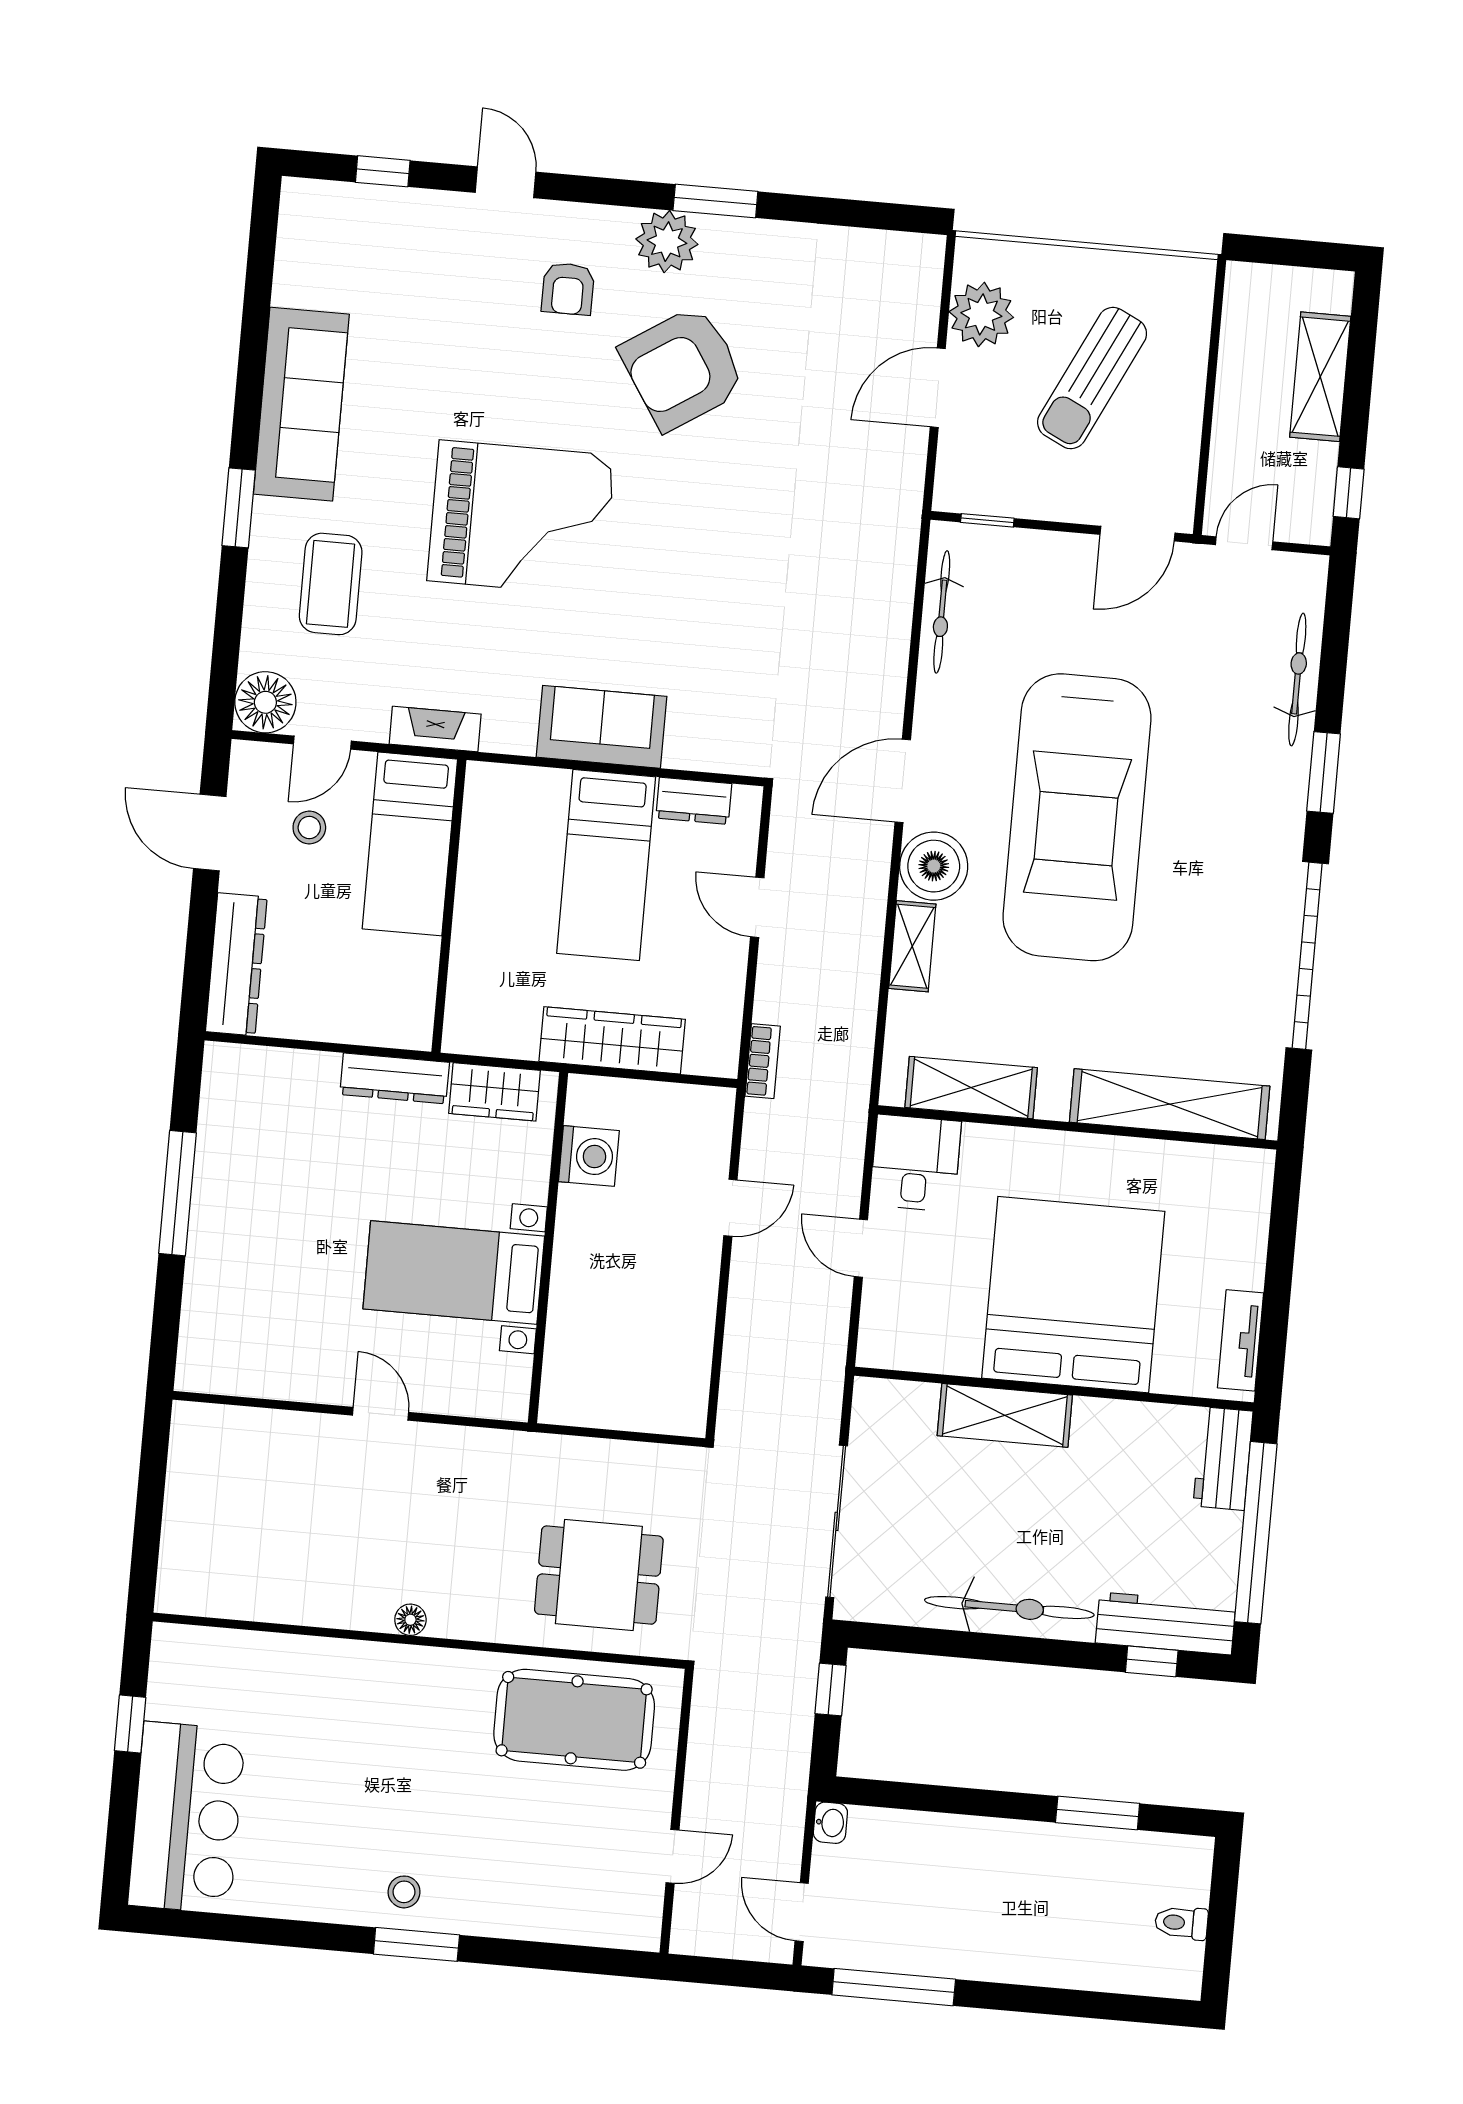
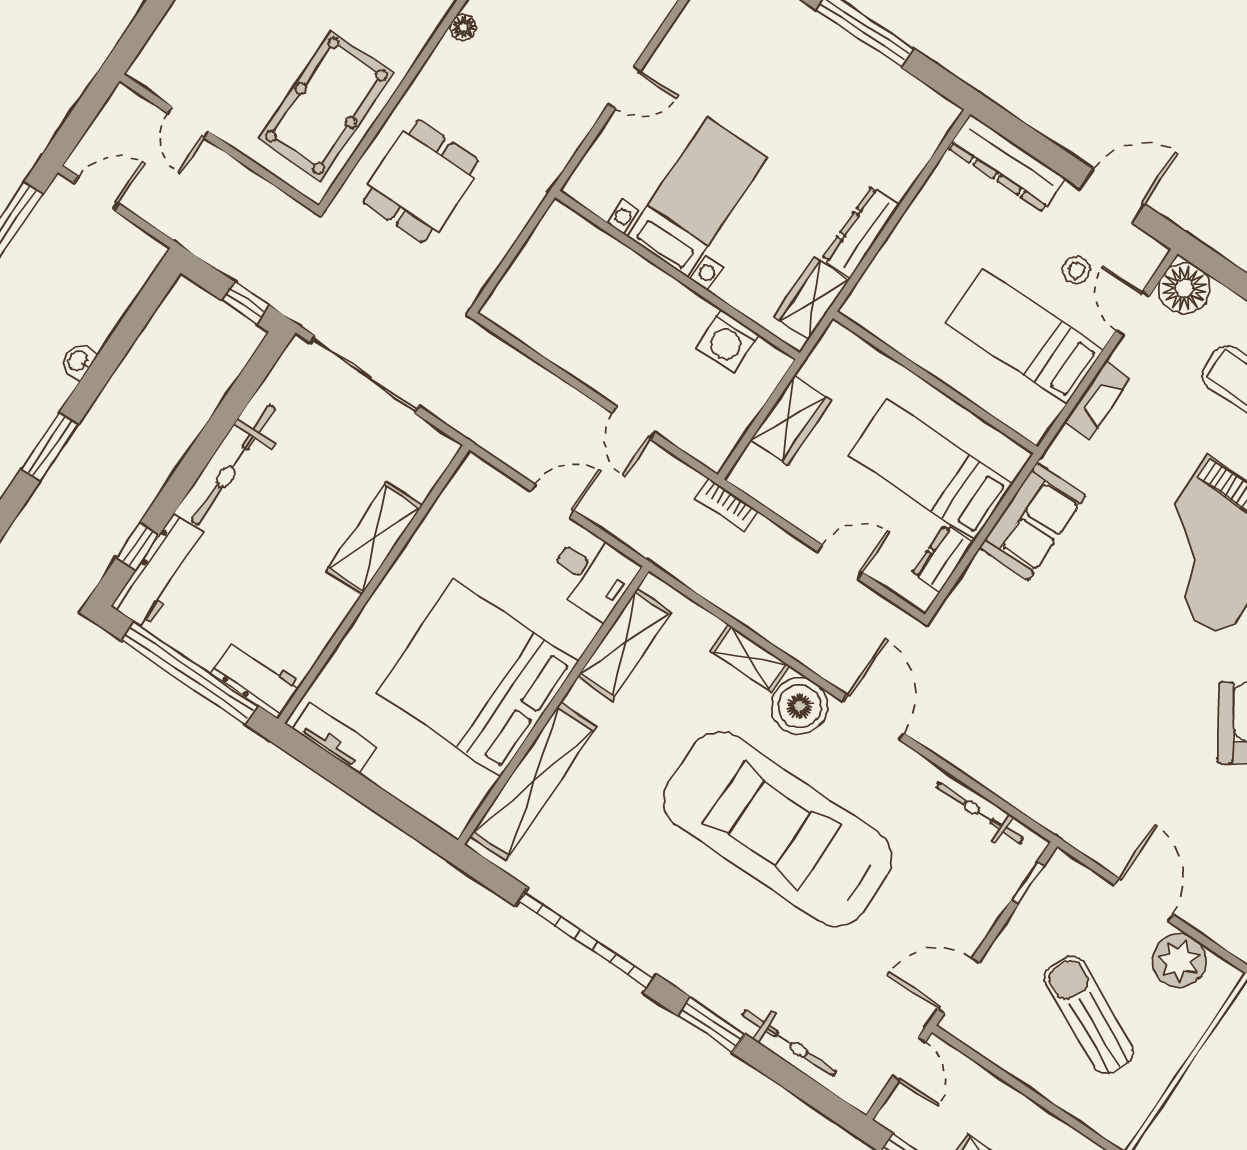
door: (1138, 534) -> (958, 986), hinge flipped
wall: (449, 906) -> (935, 382), moved
wardrobe: (612, 1040) -> (791, 420), width x0.67
bed: (1073, 1295) -> (477, 677), moved, turned 180
washbasin: (830, 1823) -> (78, 361), moved, turned 90

